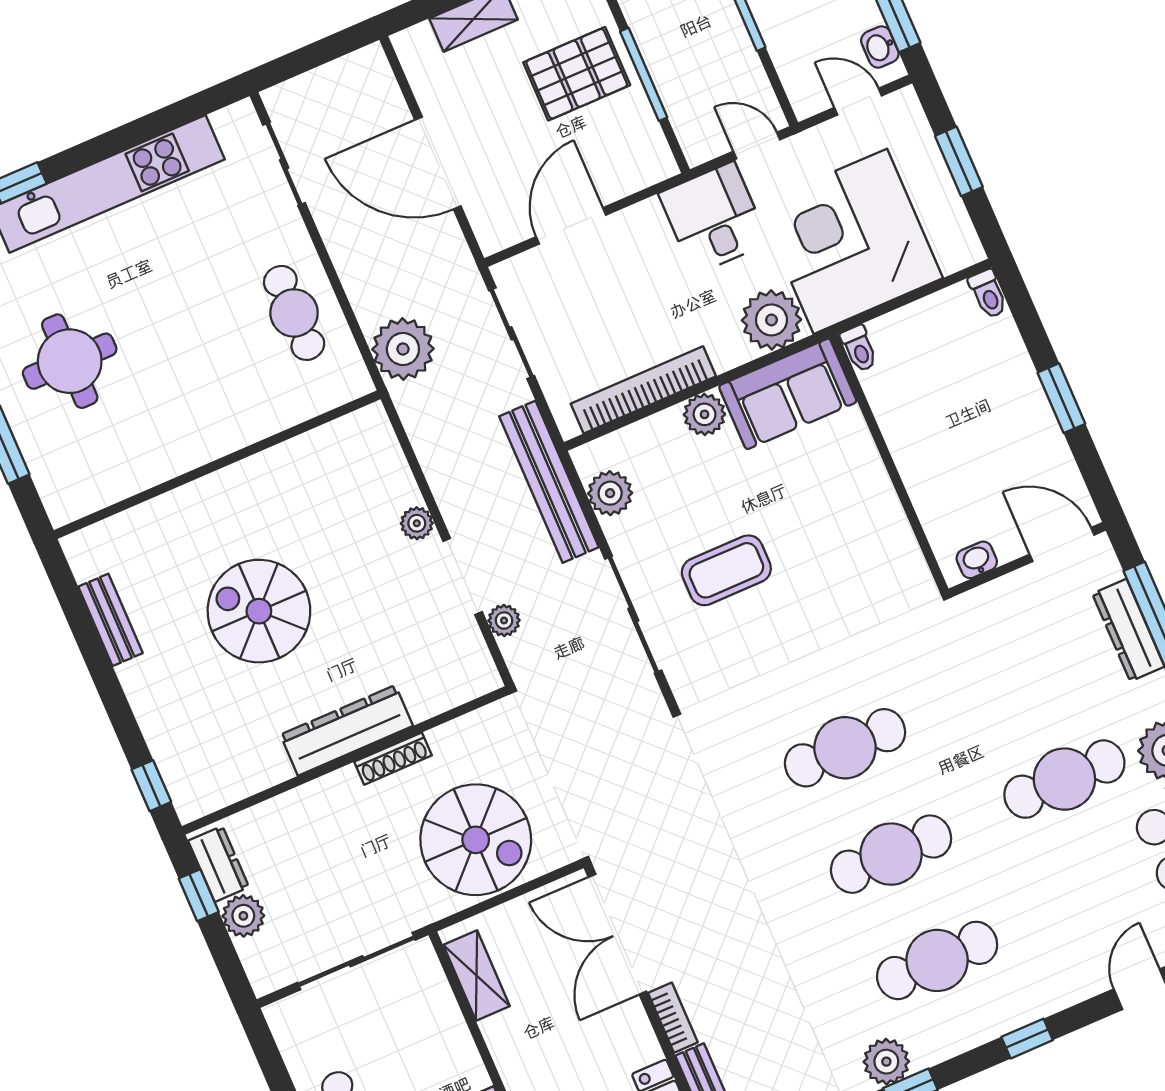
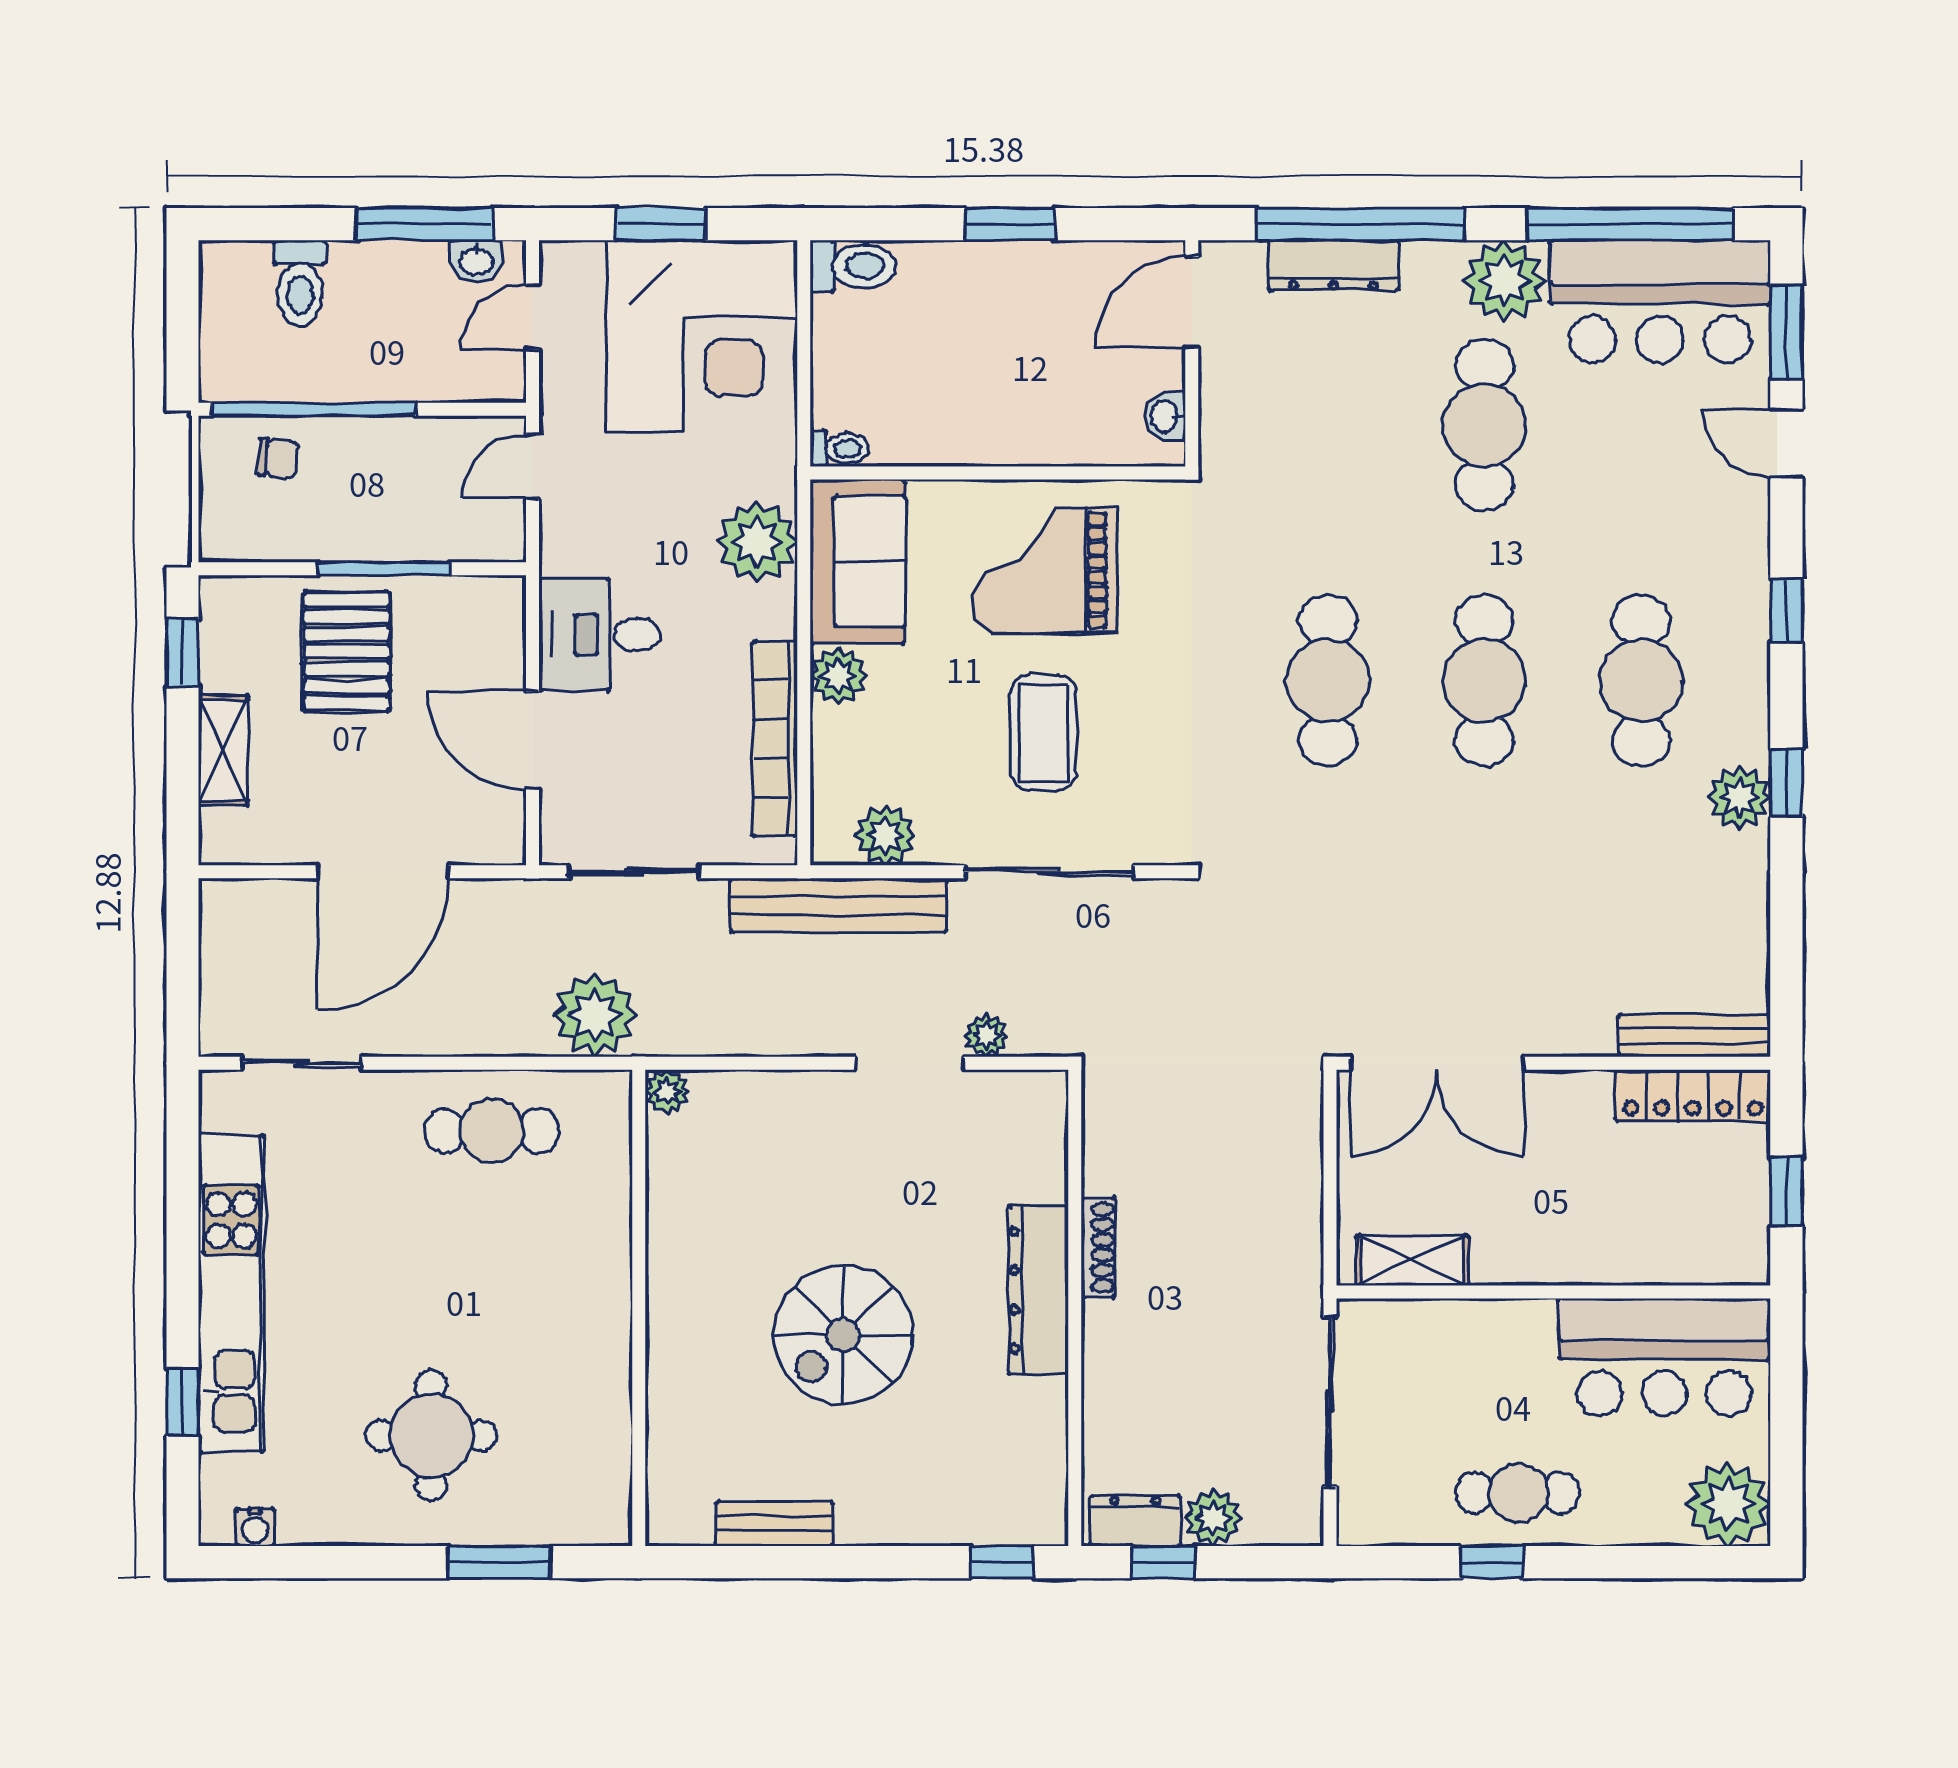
desk: (714, 218) -> (600, 635), moved
corner desk: (850, 241) -> (702, 336), moved, turned -90
toilet: (988, 294) -> (853, 266), width x1.37, depth x1.39
plant: (417, 523) -> (667, 1092), moved
grand piano: (837, 523) -> (1045, 570), added
spiral stairs: (476, 840) -> (1243, 1188), removed
bookcase: (673, 1018) -> (1570, 1039), removed

